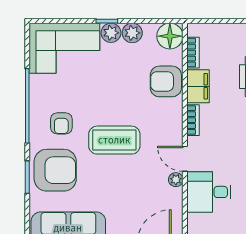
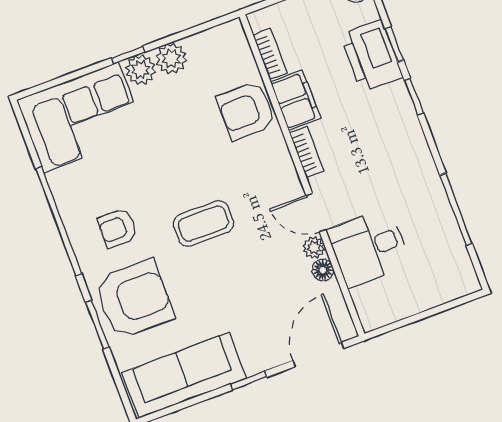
floor lamp: (170, 36) -> (323, 270), moved, width x0.53, depth x0.53
armchair: (61, 123) -> (118, 228), turned 90
coffee table: (114, 140) -> (203, 224), width x0.73, depth x0.76

